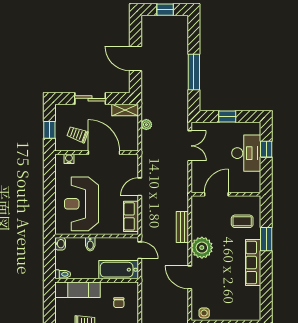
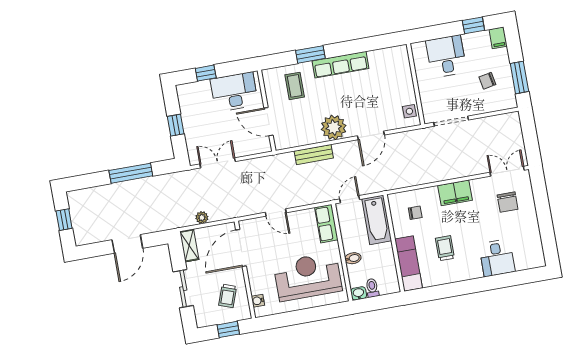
door: (104, 153) -> (241, 248), moved
desk: (246, 153) -> (234, 92), moved
reception desk: (82, 204) -> (308, 277), turned 180
row of seats: (131, 216) -> (326, 224), moved, turned 90
toilet: (63, 274) -> (372, 288), moved

